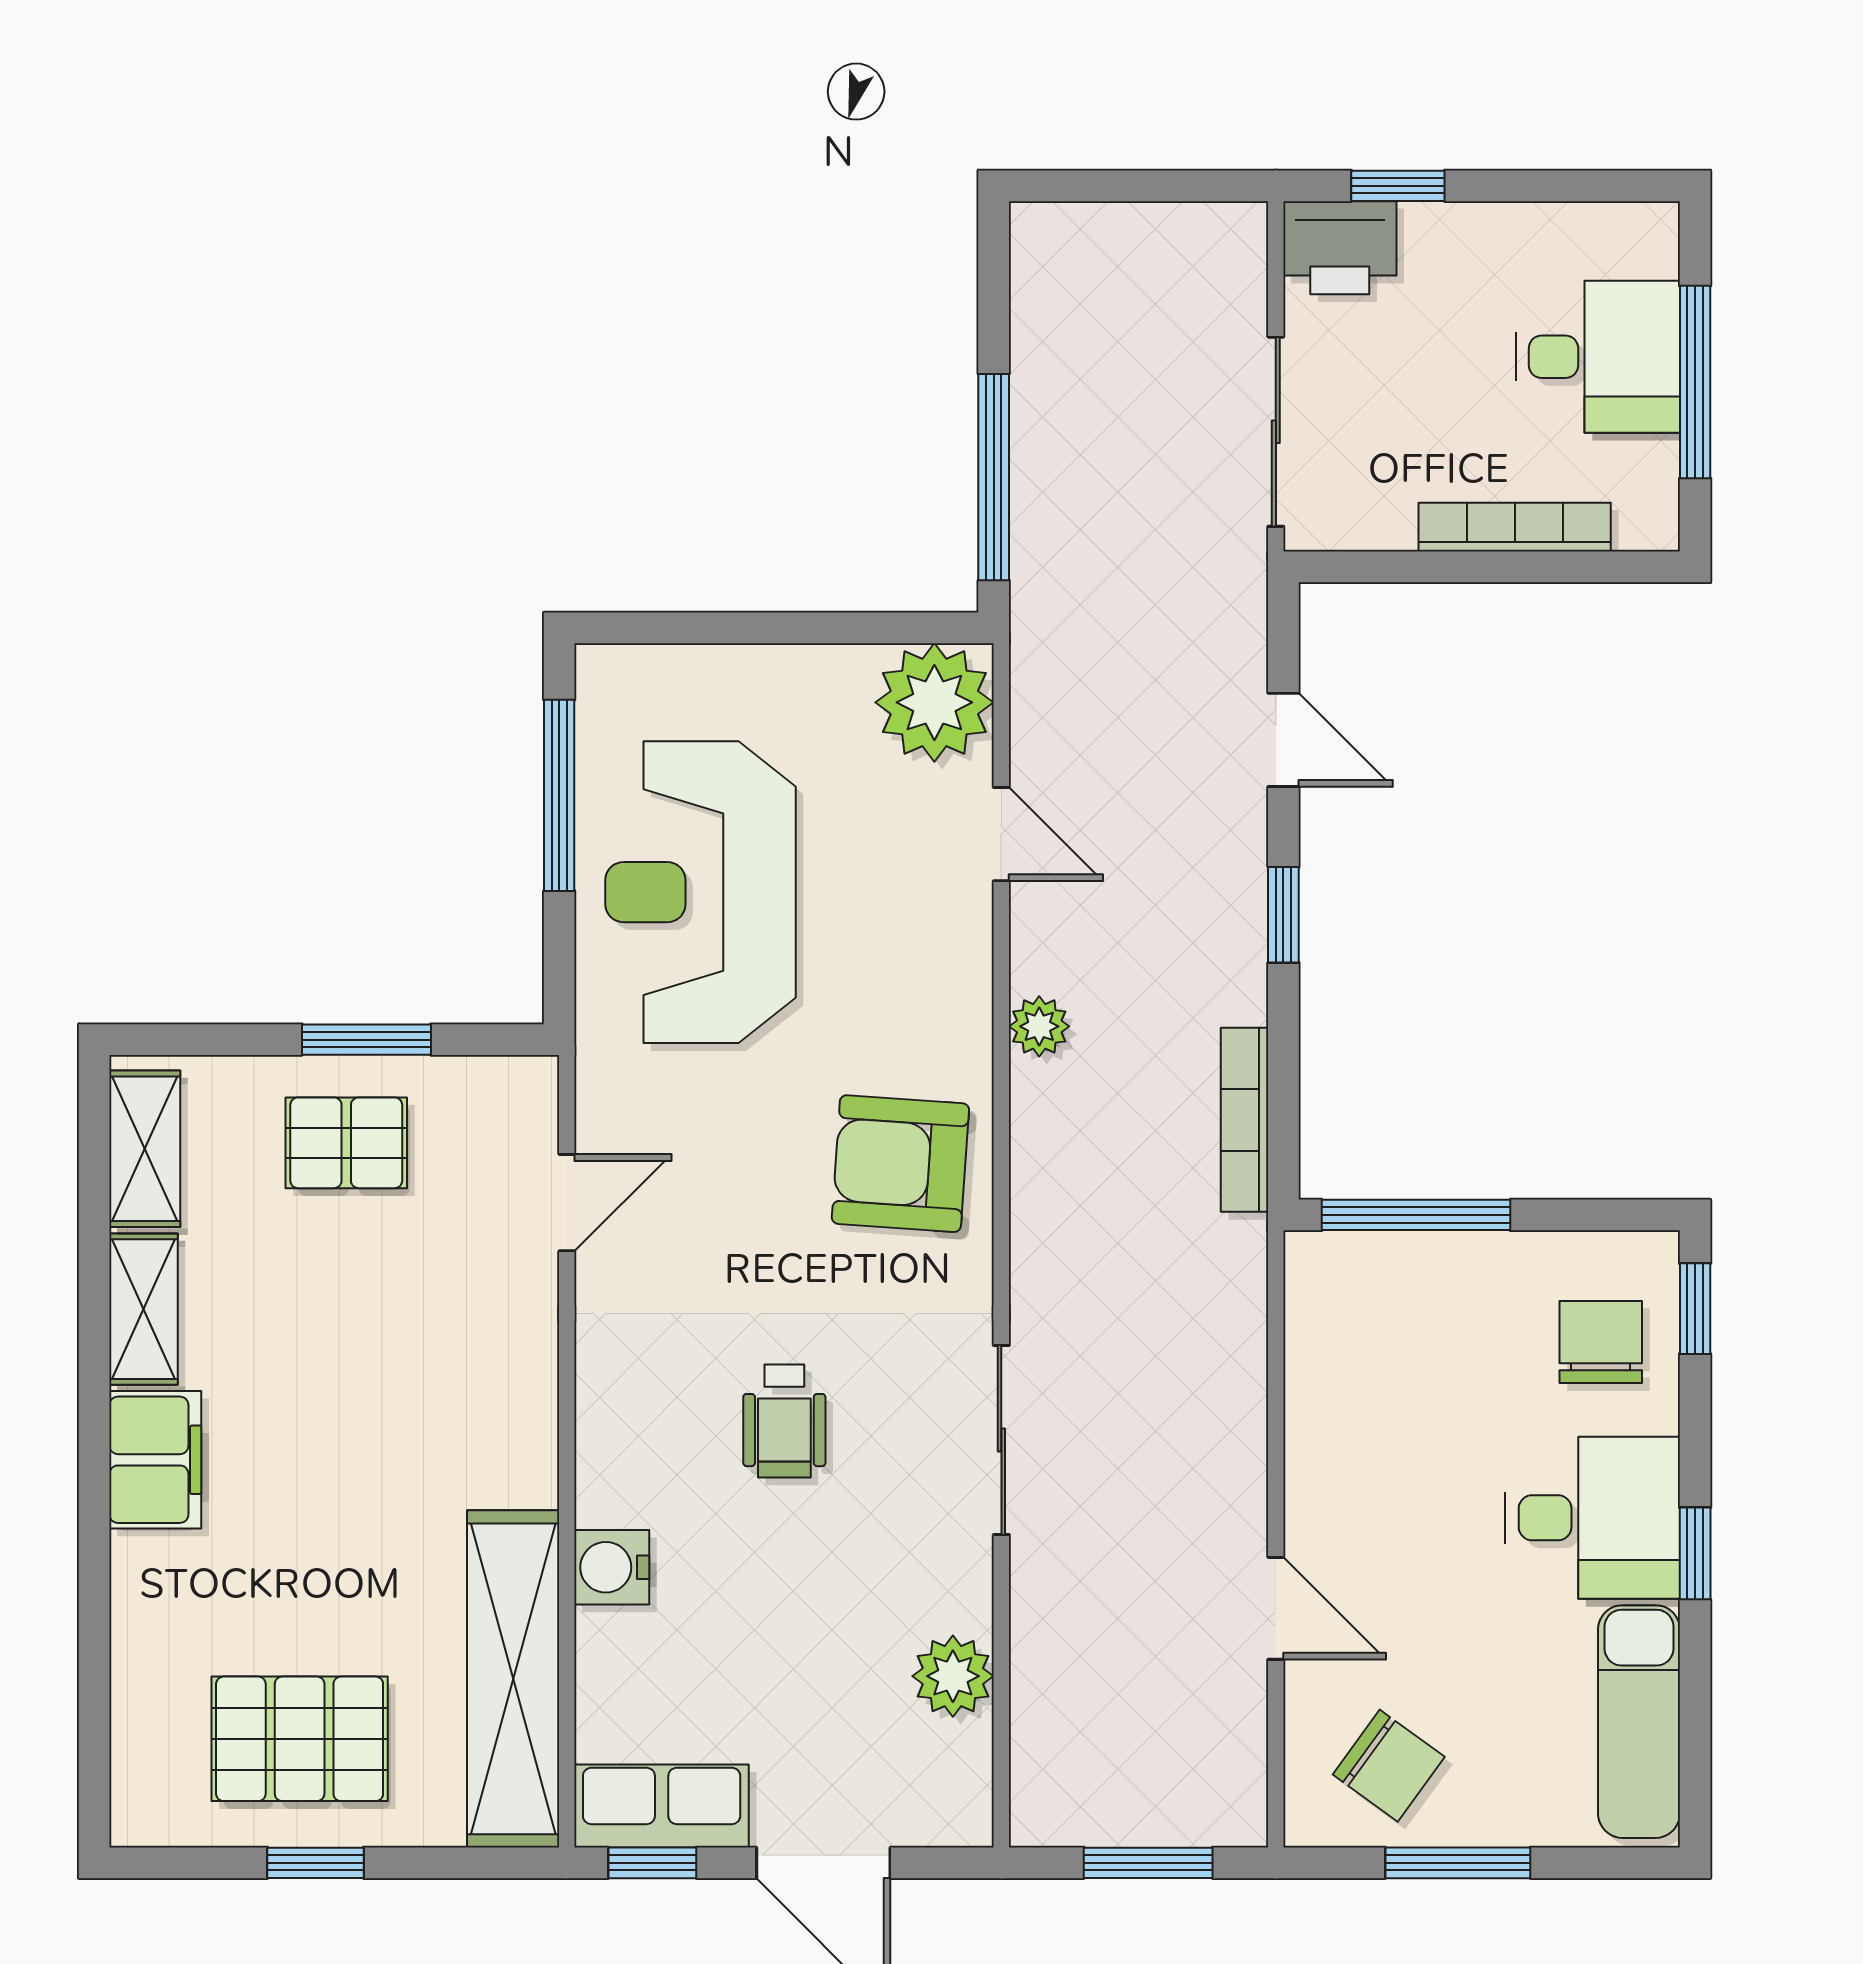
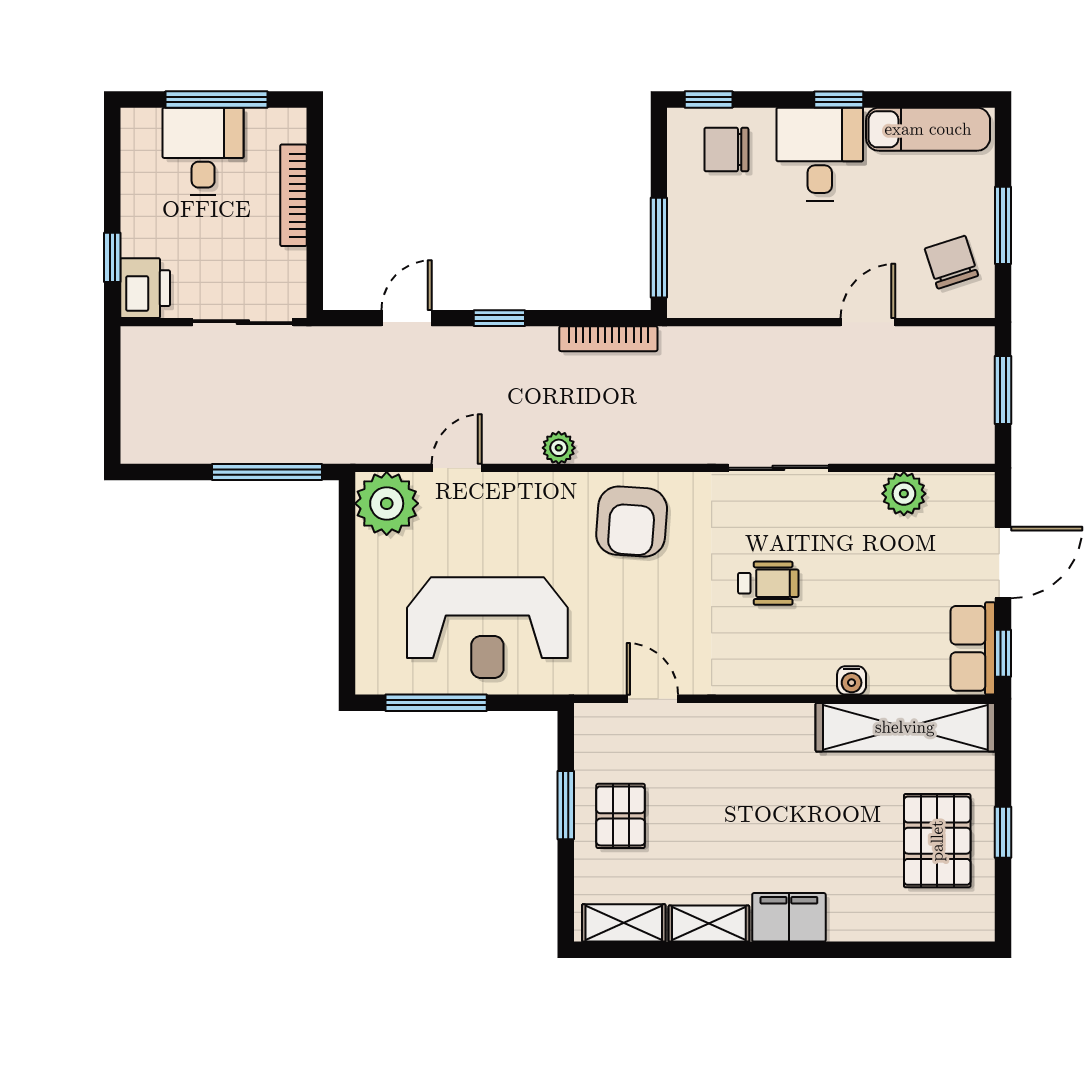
water cooler: (612, 1567) -> (852, 680), width x0.72, depth x0.72
chair: (1389, 1766) -> (951, 262), turned -54

